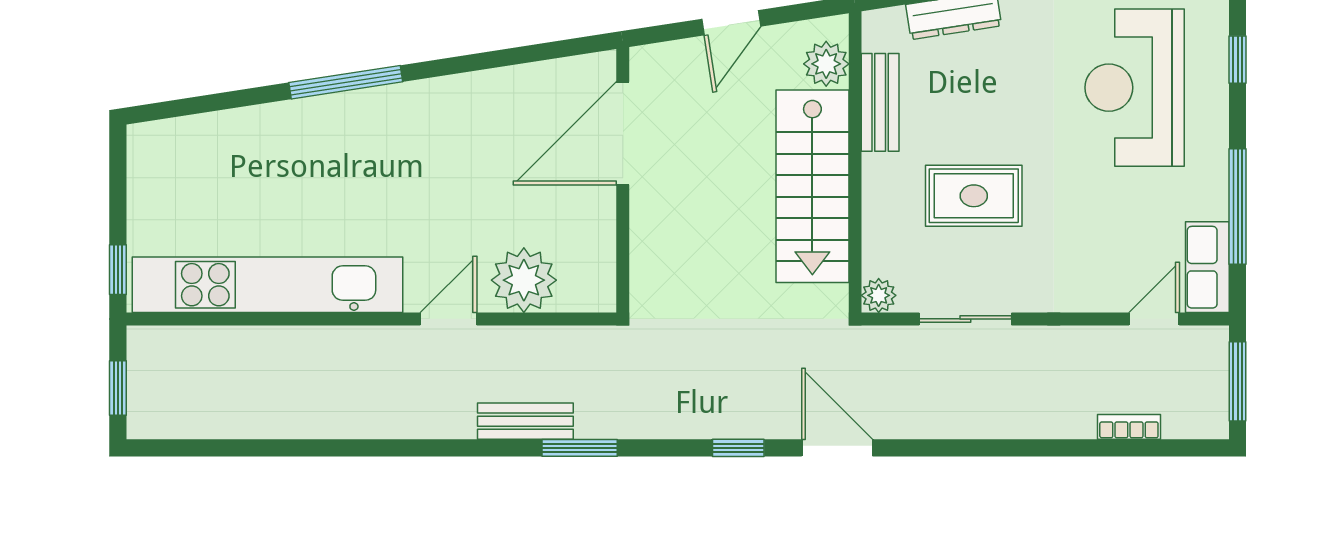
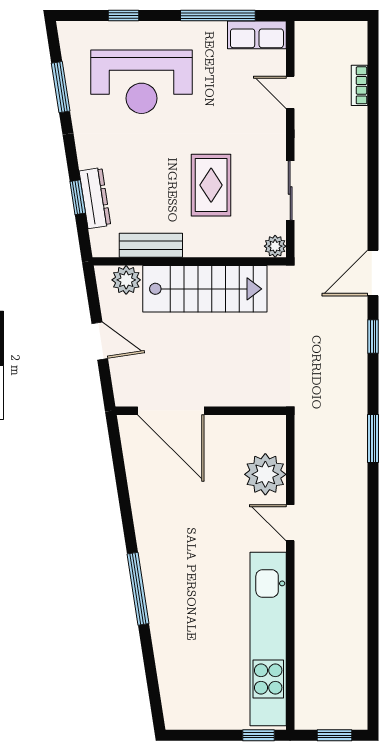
door: (1154, 319) -> (290, 92), moved
window: (1238, 381) -> (330, 16), removed
bench: (525, 421) -> (356, 473), removed

